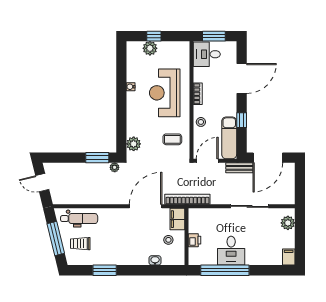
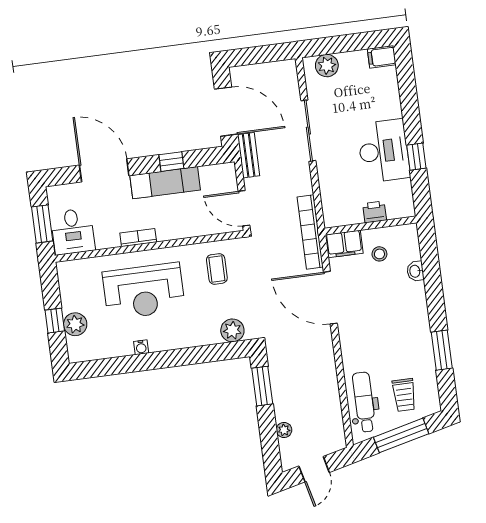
stool: (201, 122) -> (183, 227), removed
exam couch: (229, 138) -> (165, 183), moved
plant: (115, 167) -> (284, 430), moved
desk: (231, 251) -> (384, 151), width x1.37
window: (225, 270) -> (416, 157), width x0.32

